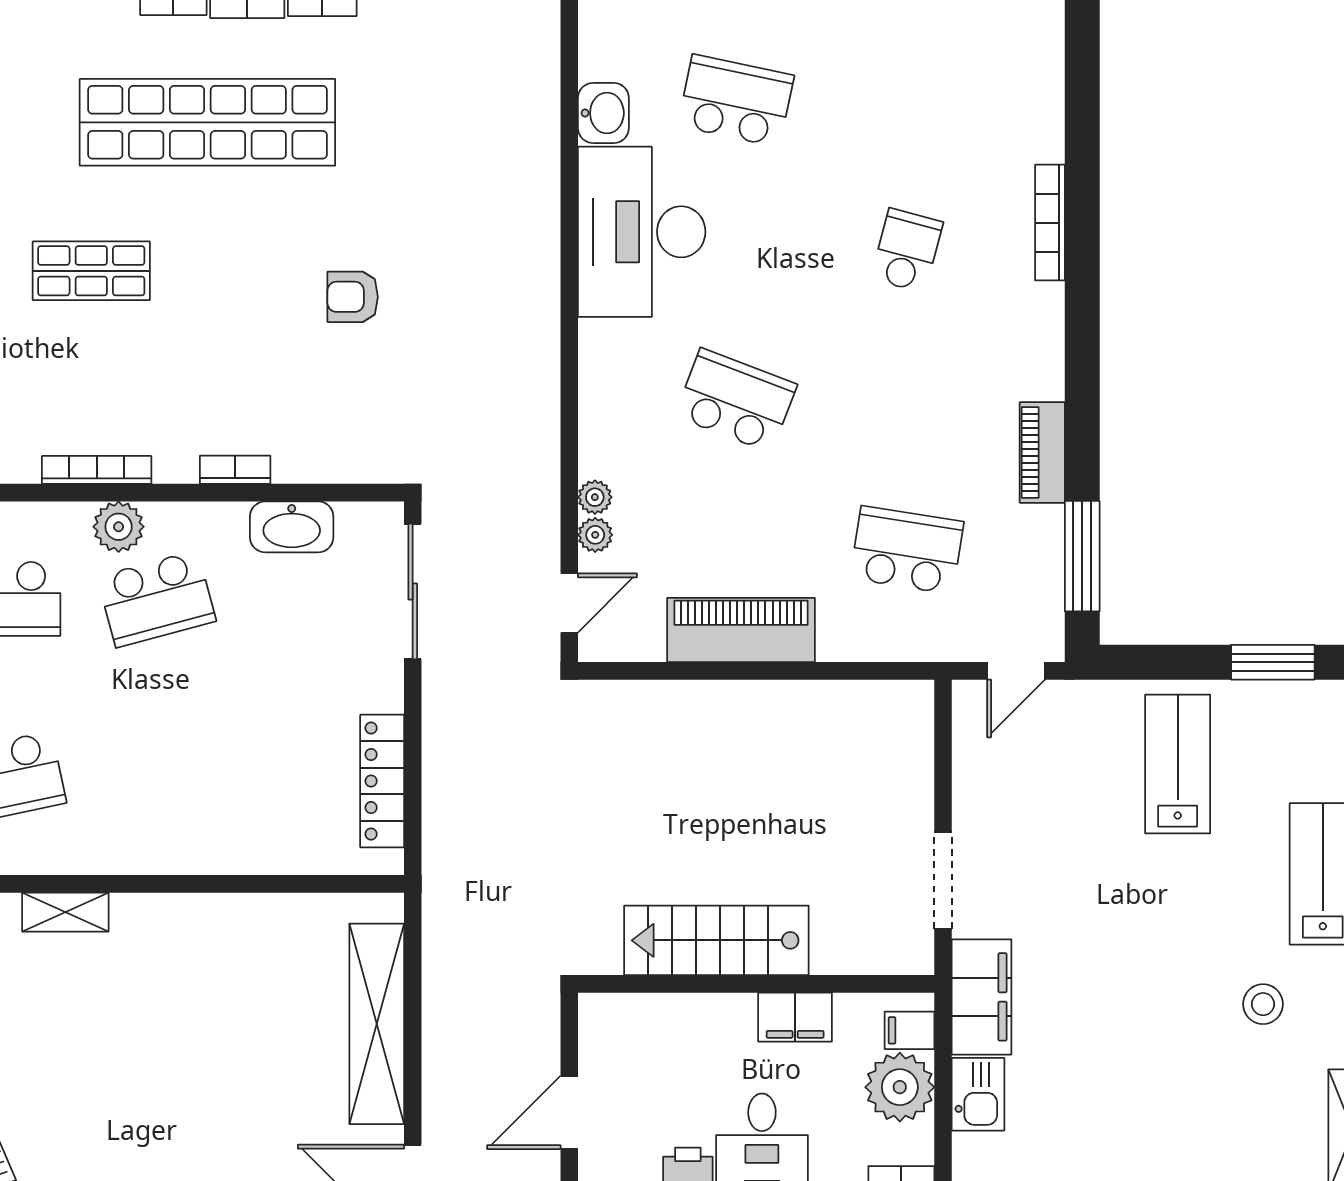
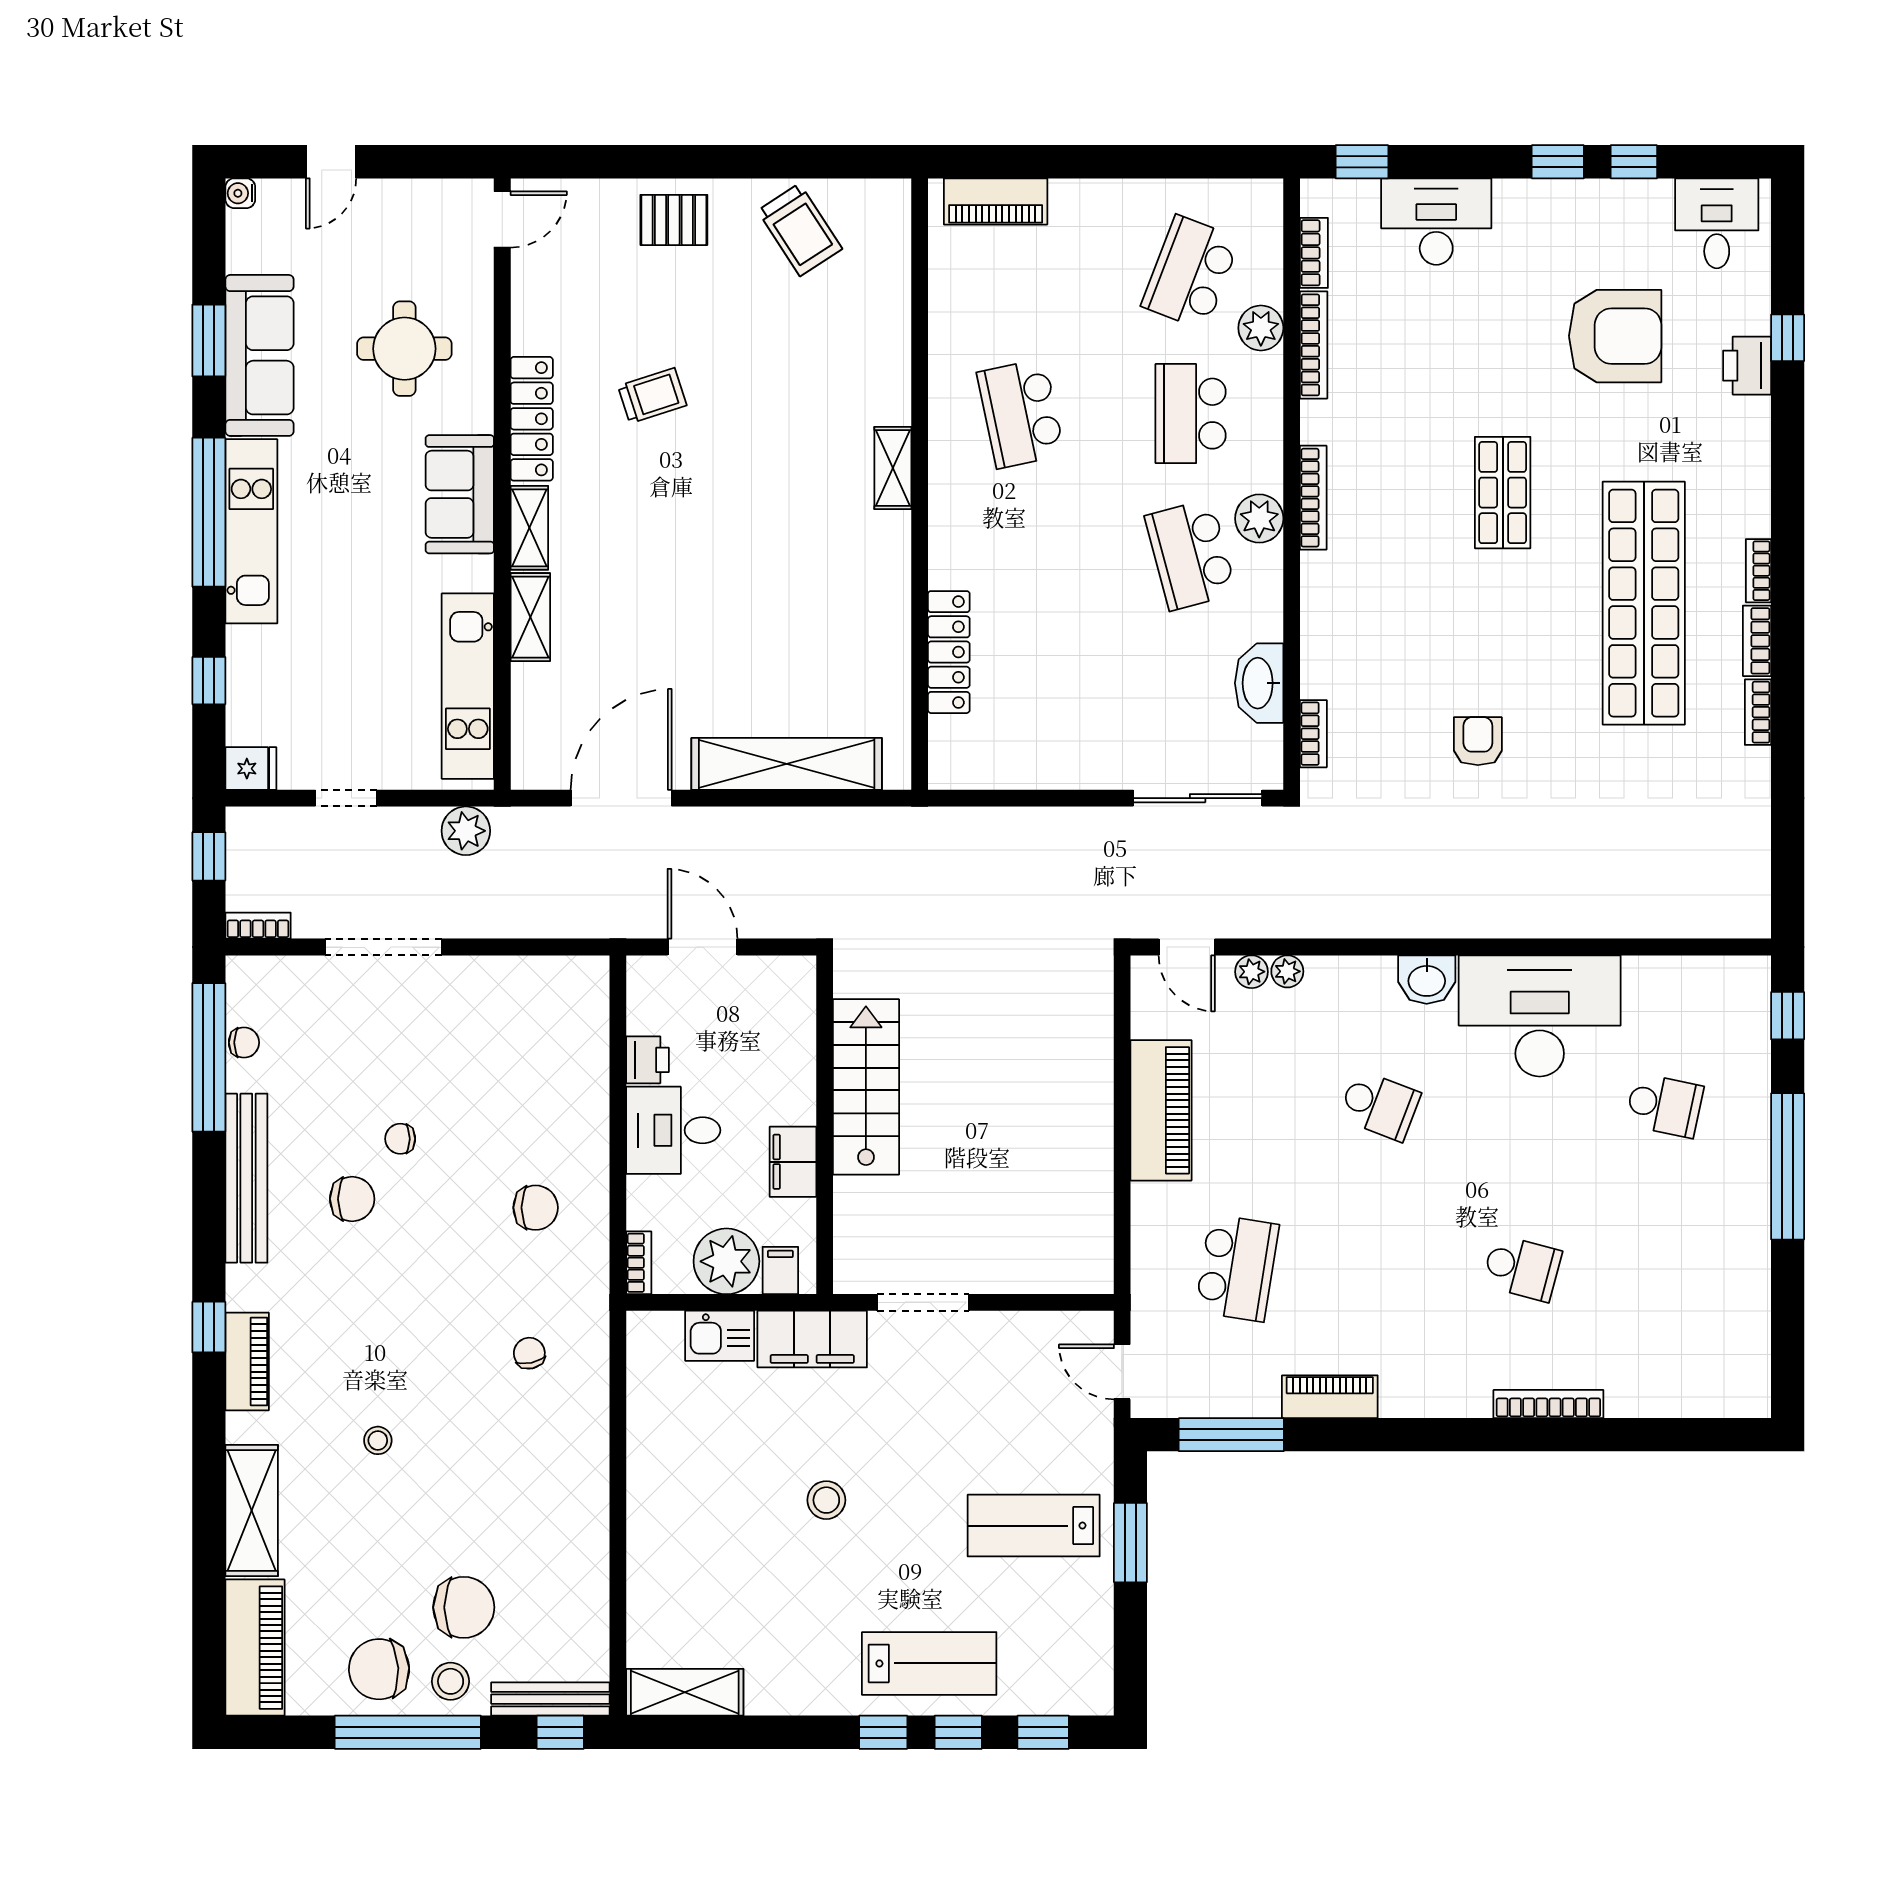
school desk: (736, 101) -> (1664, 1105), width x0.54
washbasin: (603, 113) -> (1427, 980), moved
school desk: (736, 400) -> (1380, 1105), width x0.54
bookcase: (235, 470) -> (1313, 734), moved
window: (1273, 662) -> (1130, 1543), moved
lab bench: (1178, 764) -> (1034, 1526), turned 180
locker: (382, 781) -> (949, 652), moved, turned 90
stool: (1263, 1004) -> (826, 1500), moved

